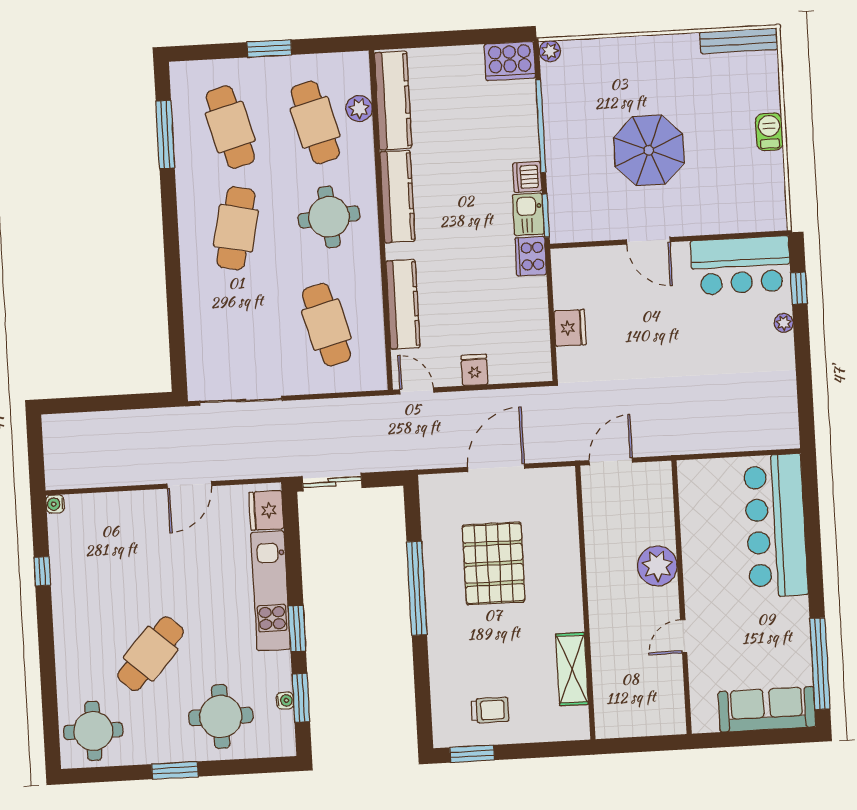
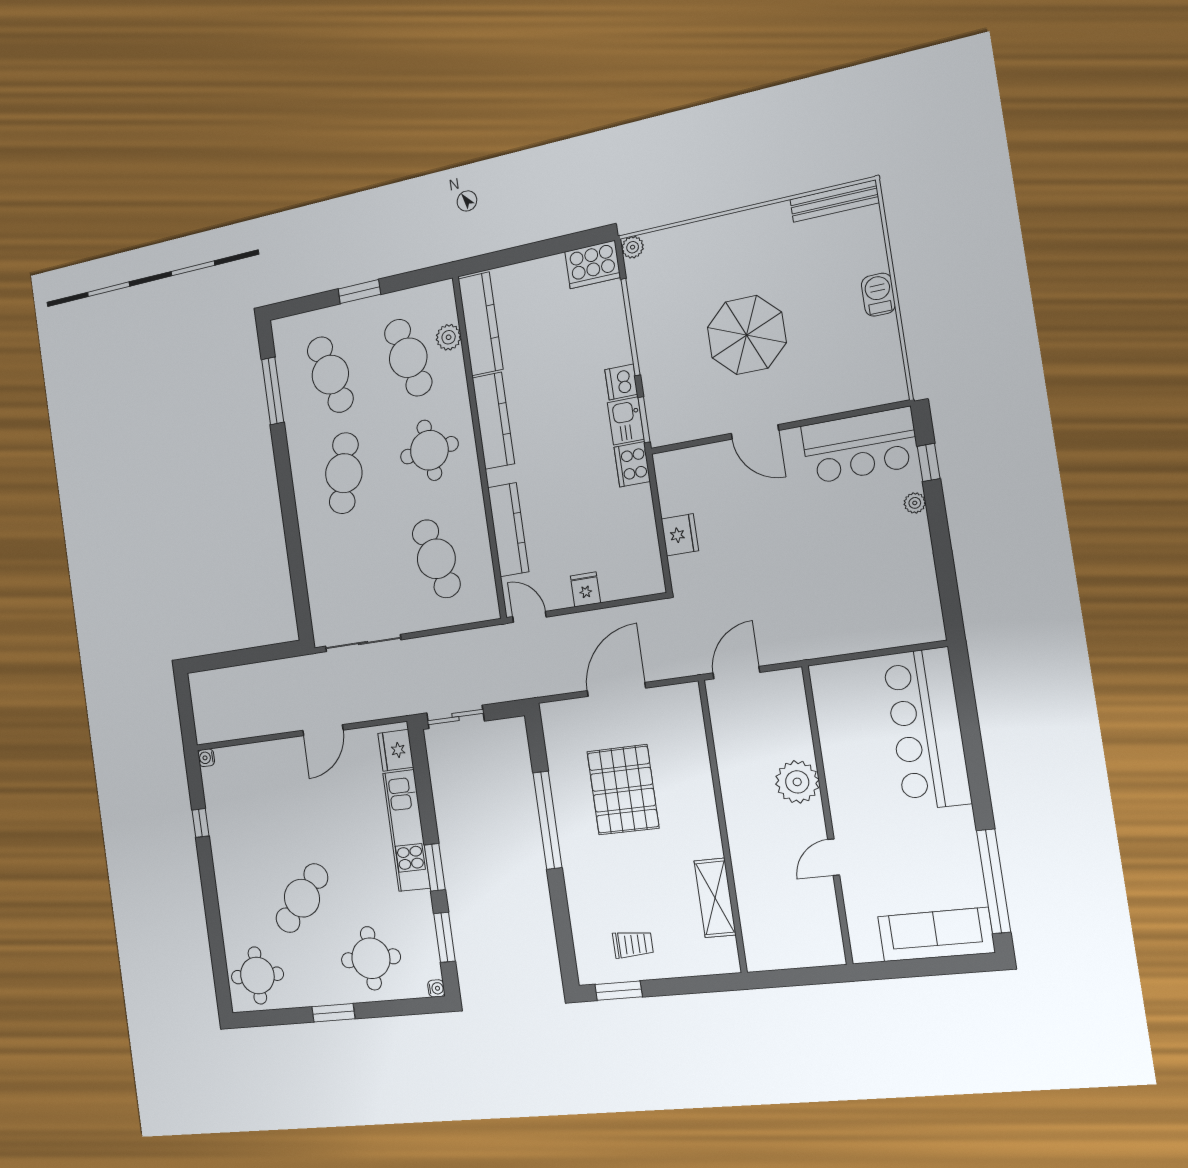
water cooler: (285, 701) -> (436, 988), moved

